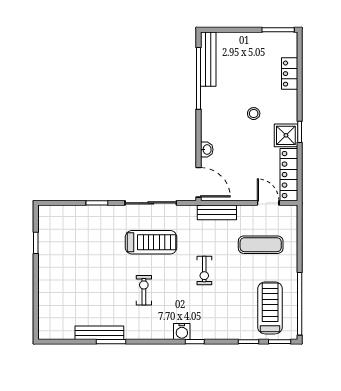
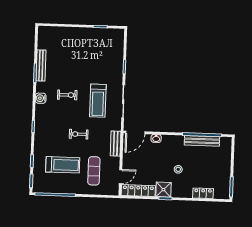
bench: (208, 59) -> (202, 141), moved
treadmill: (270, 308) -> (63, 165), moved
water cooler: (182, 331) -> (41, 98), moved

